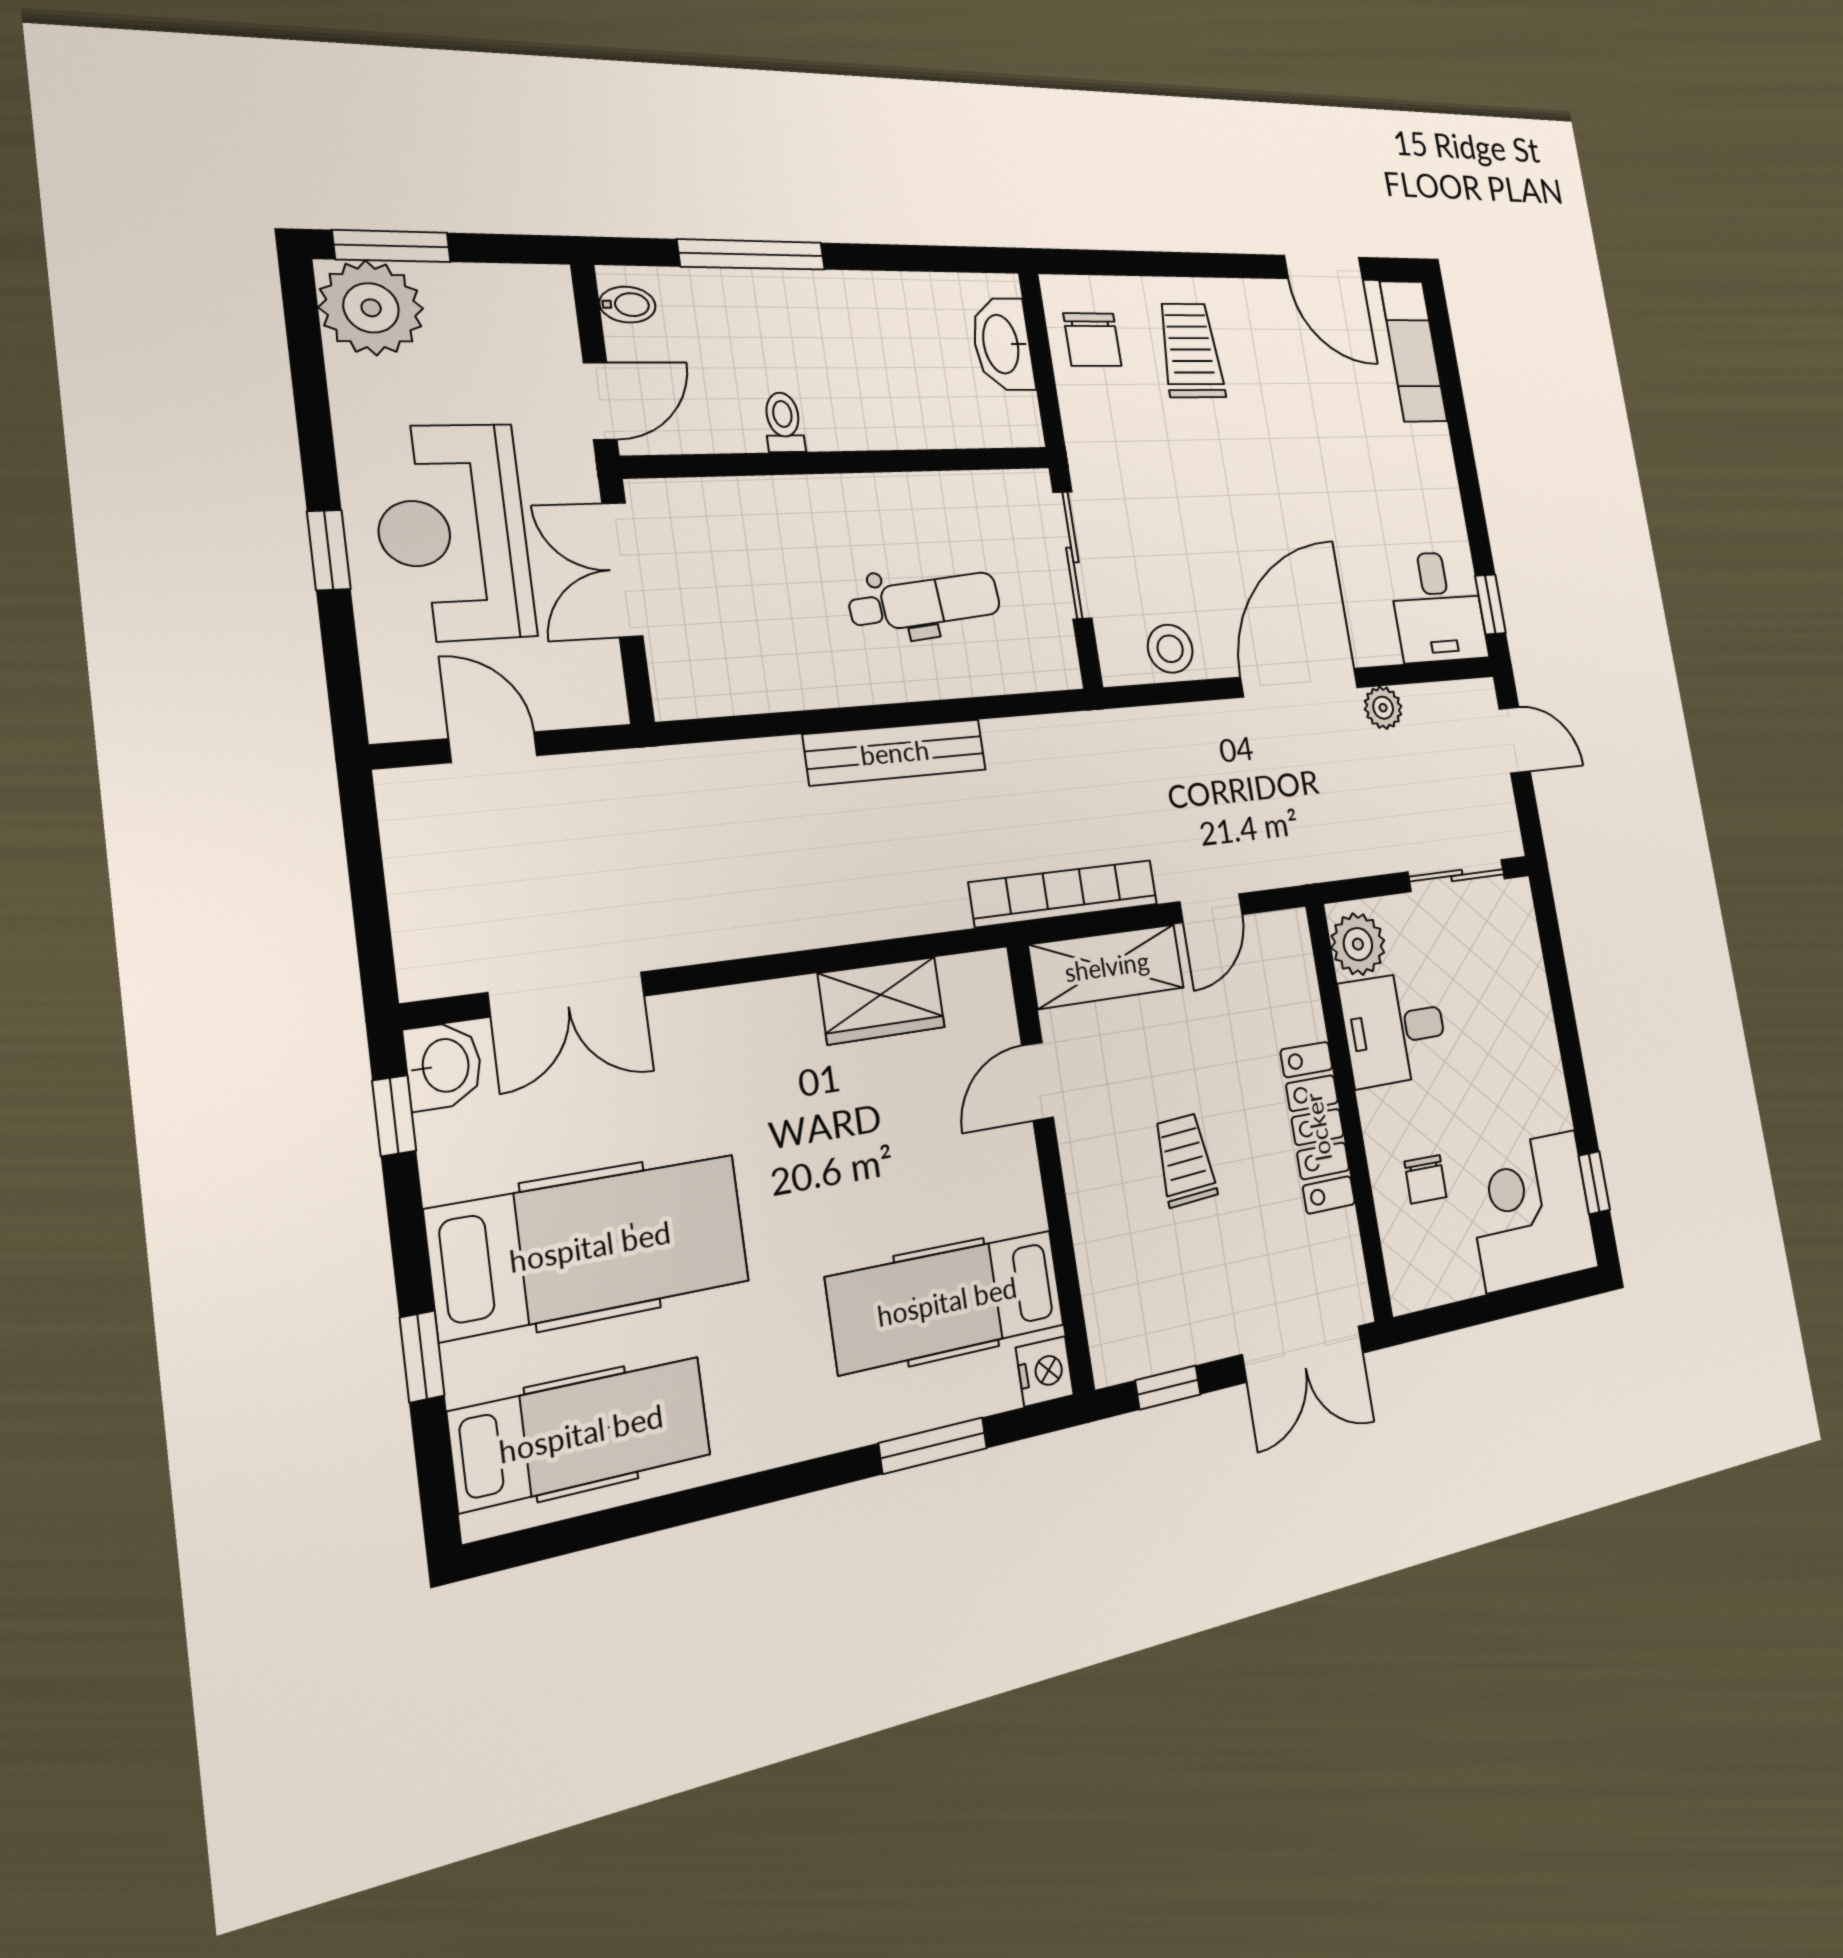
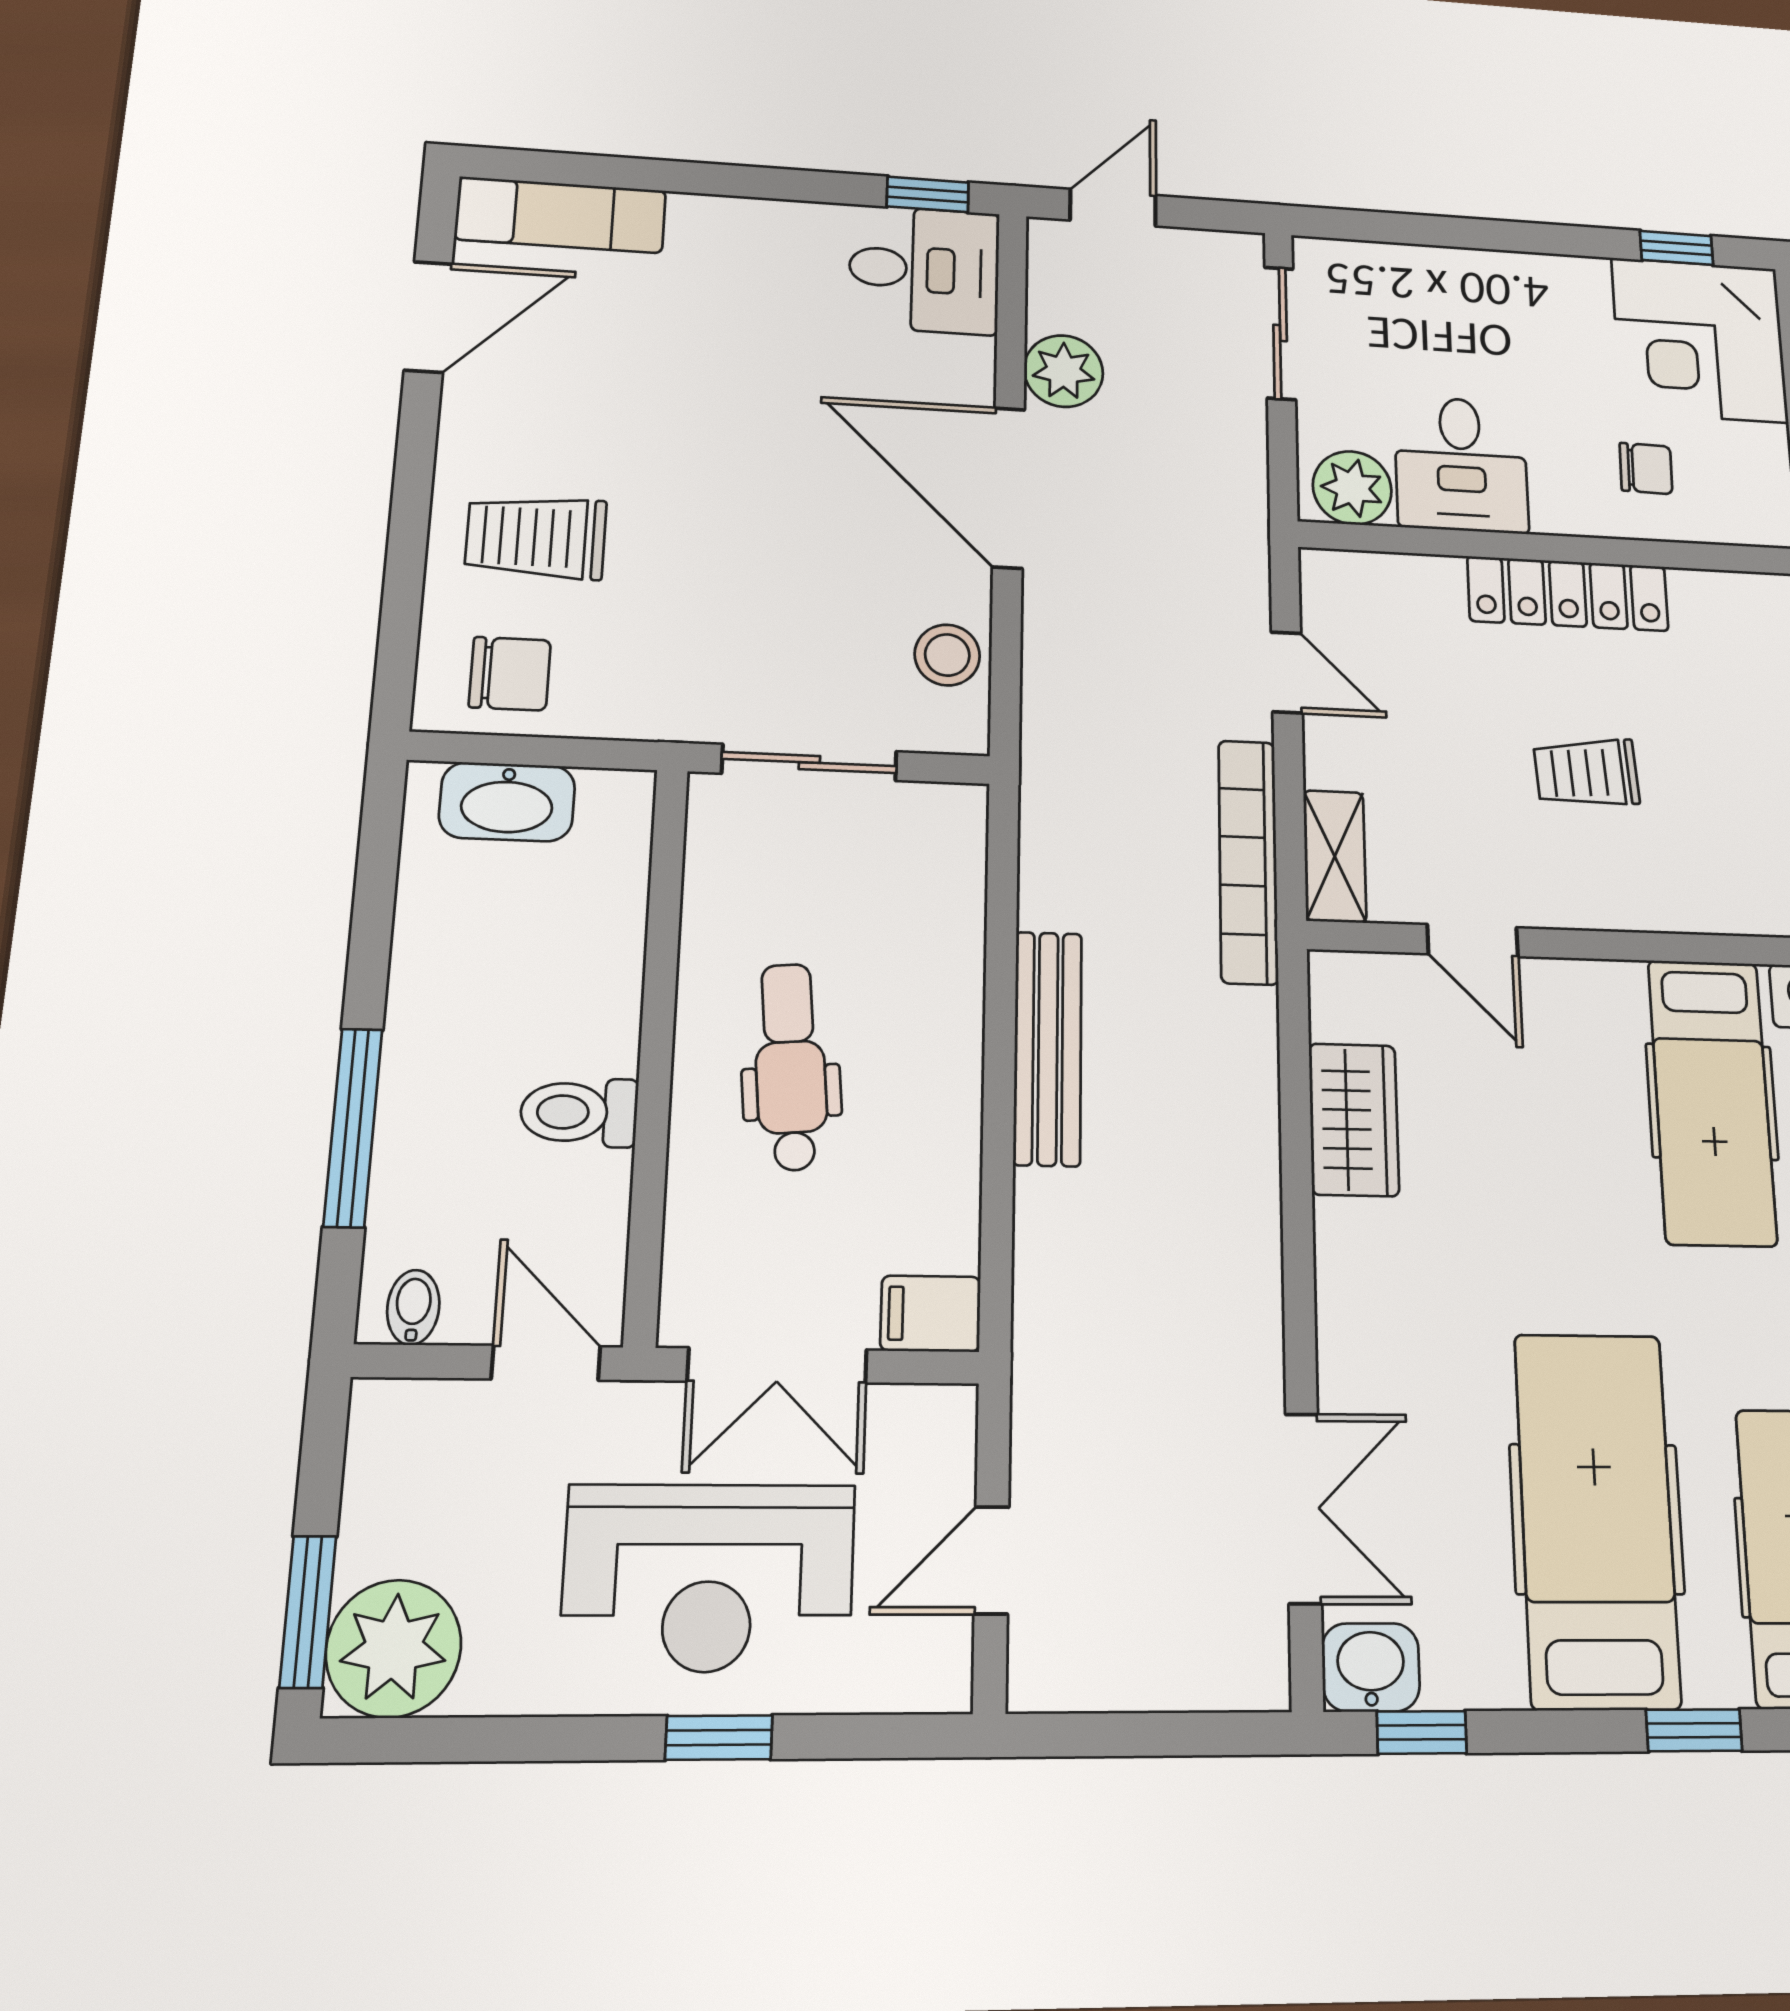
toilet: (784, 422) -> (579, 1112), width x1.37, depth x1.39
dental chair: (925, 602) -> (790, 1066), moved
filing cabinet: (679, 682) -> (931, 1314), added
plant: (1383, 708) -> (1064, 371), width x1.38, depth x1.38
shelving: (1107, 966) -> (1335, 856), width x0.67, depth x0.75

